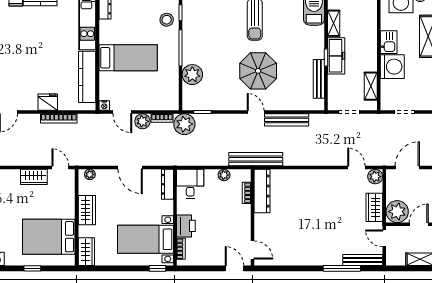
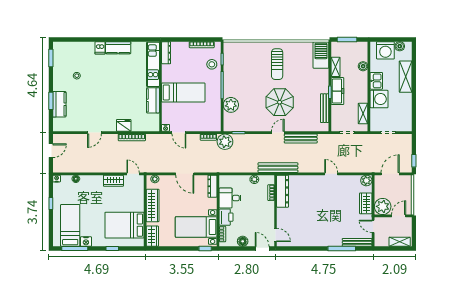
boiler: (371, 22) -> (363, 66), added
kitchen counter: (87, 77) -> (153, 100), width x0.67
door: (256, 112) -> (278, 133), hinge flipped
plant: (142, 121) -> (194, 140), removed
door: (356, 167) -> (331, 174), moved
desk: (190, 184) -> (230, 198), moved, turned -90
wardrobe: (87, 210) -> (153, 205), width x1.50
floor lamp: (208, 259) -> (243, 241), added

